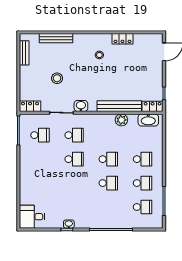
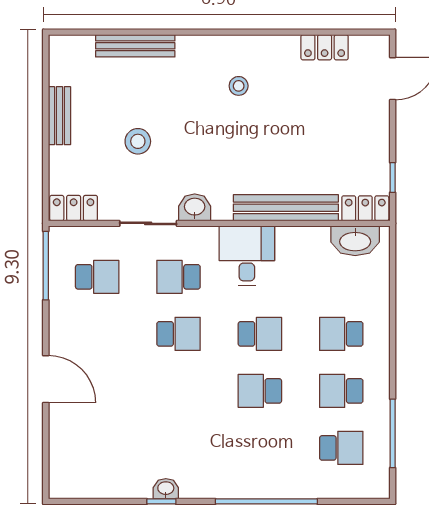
locker: (122, 39) -> (325, 47), moved
bench: (24, 53) -> (59, 116), moved
plant: (121, 120) -> (291, 241), removed
school desk: (74, 135) -> (179, 277), turned 180
school desk: (142, 159) -> (341, 334), turned 180
door: (18, 178) -> (46, 379), added
school desk: (108, 183) -> (260, 391), turned 180
school desk: (142, 183) -> (341, 391), turned 180
desk: (32, 217) -> (247, 256), moved, turned 90

